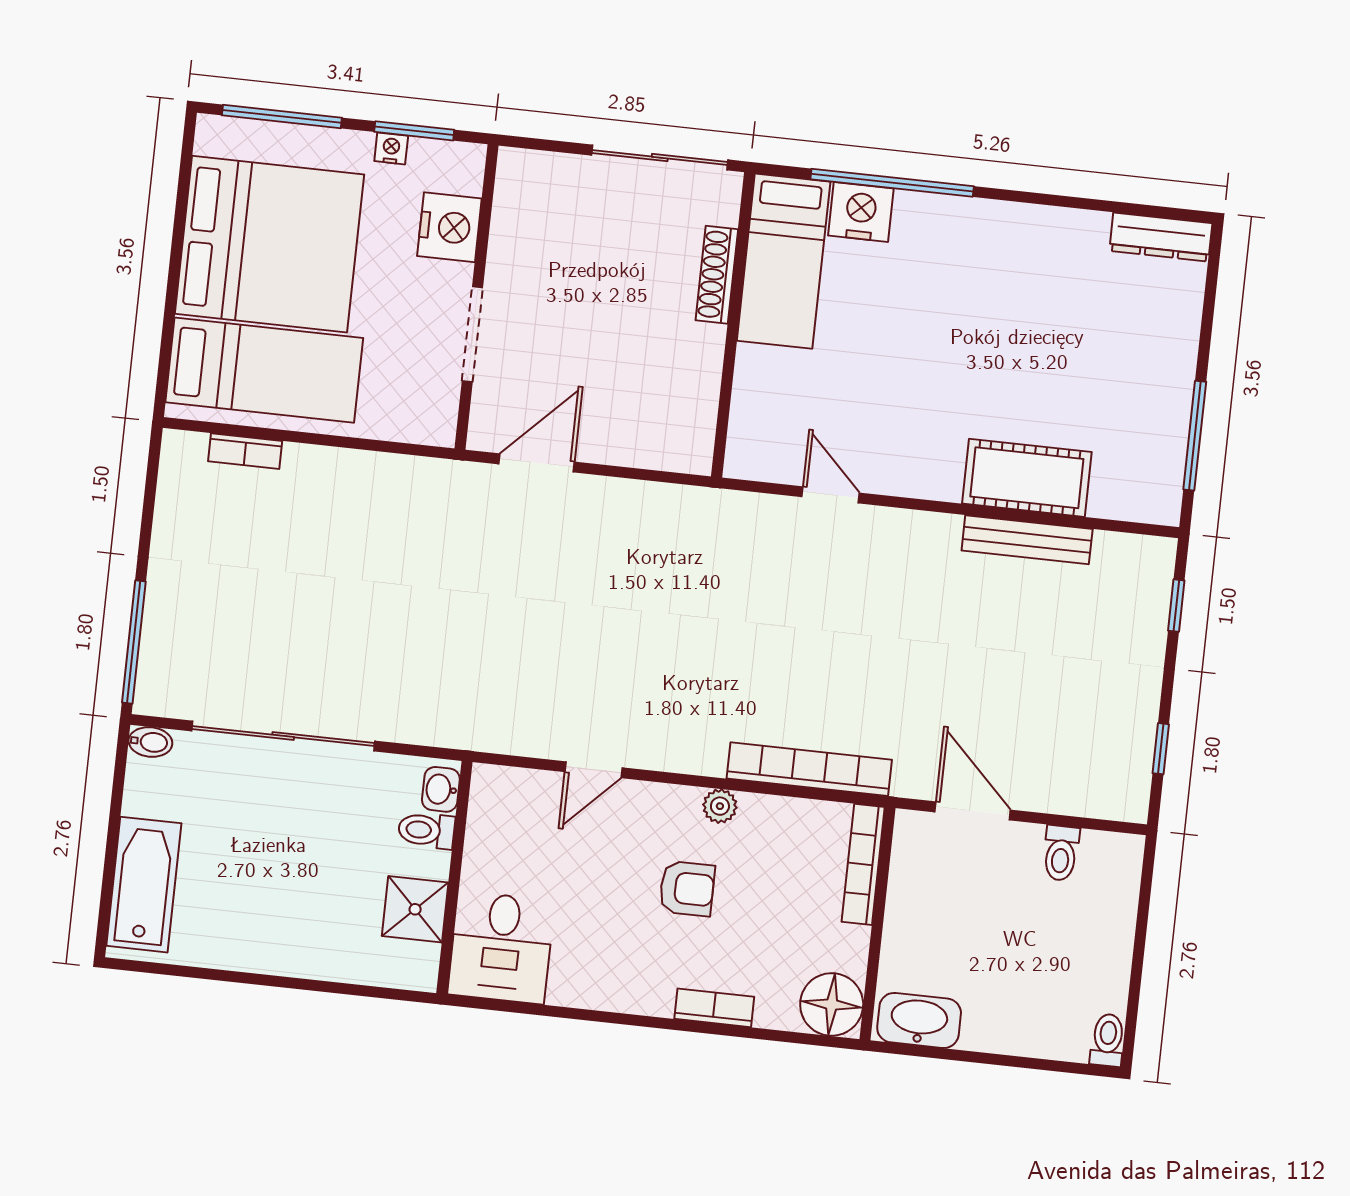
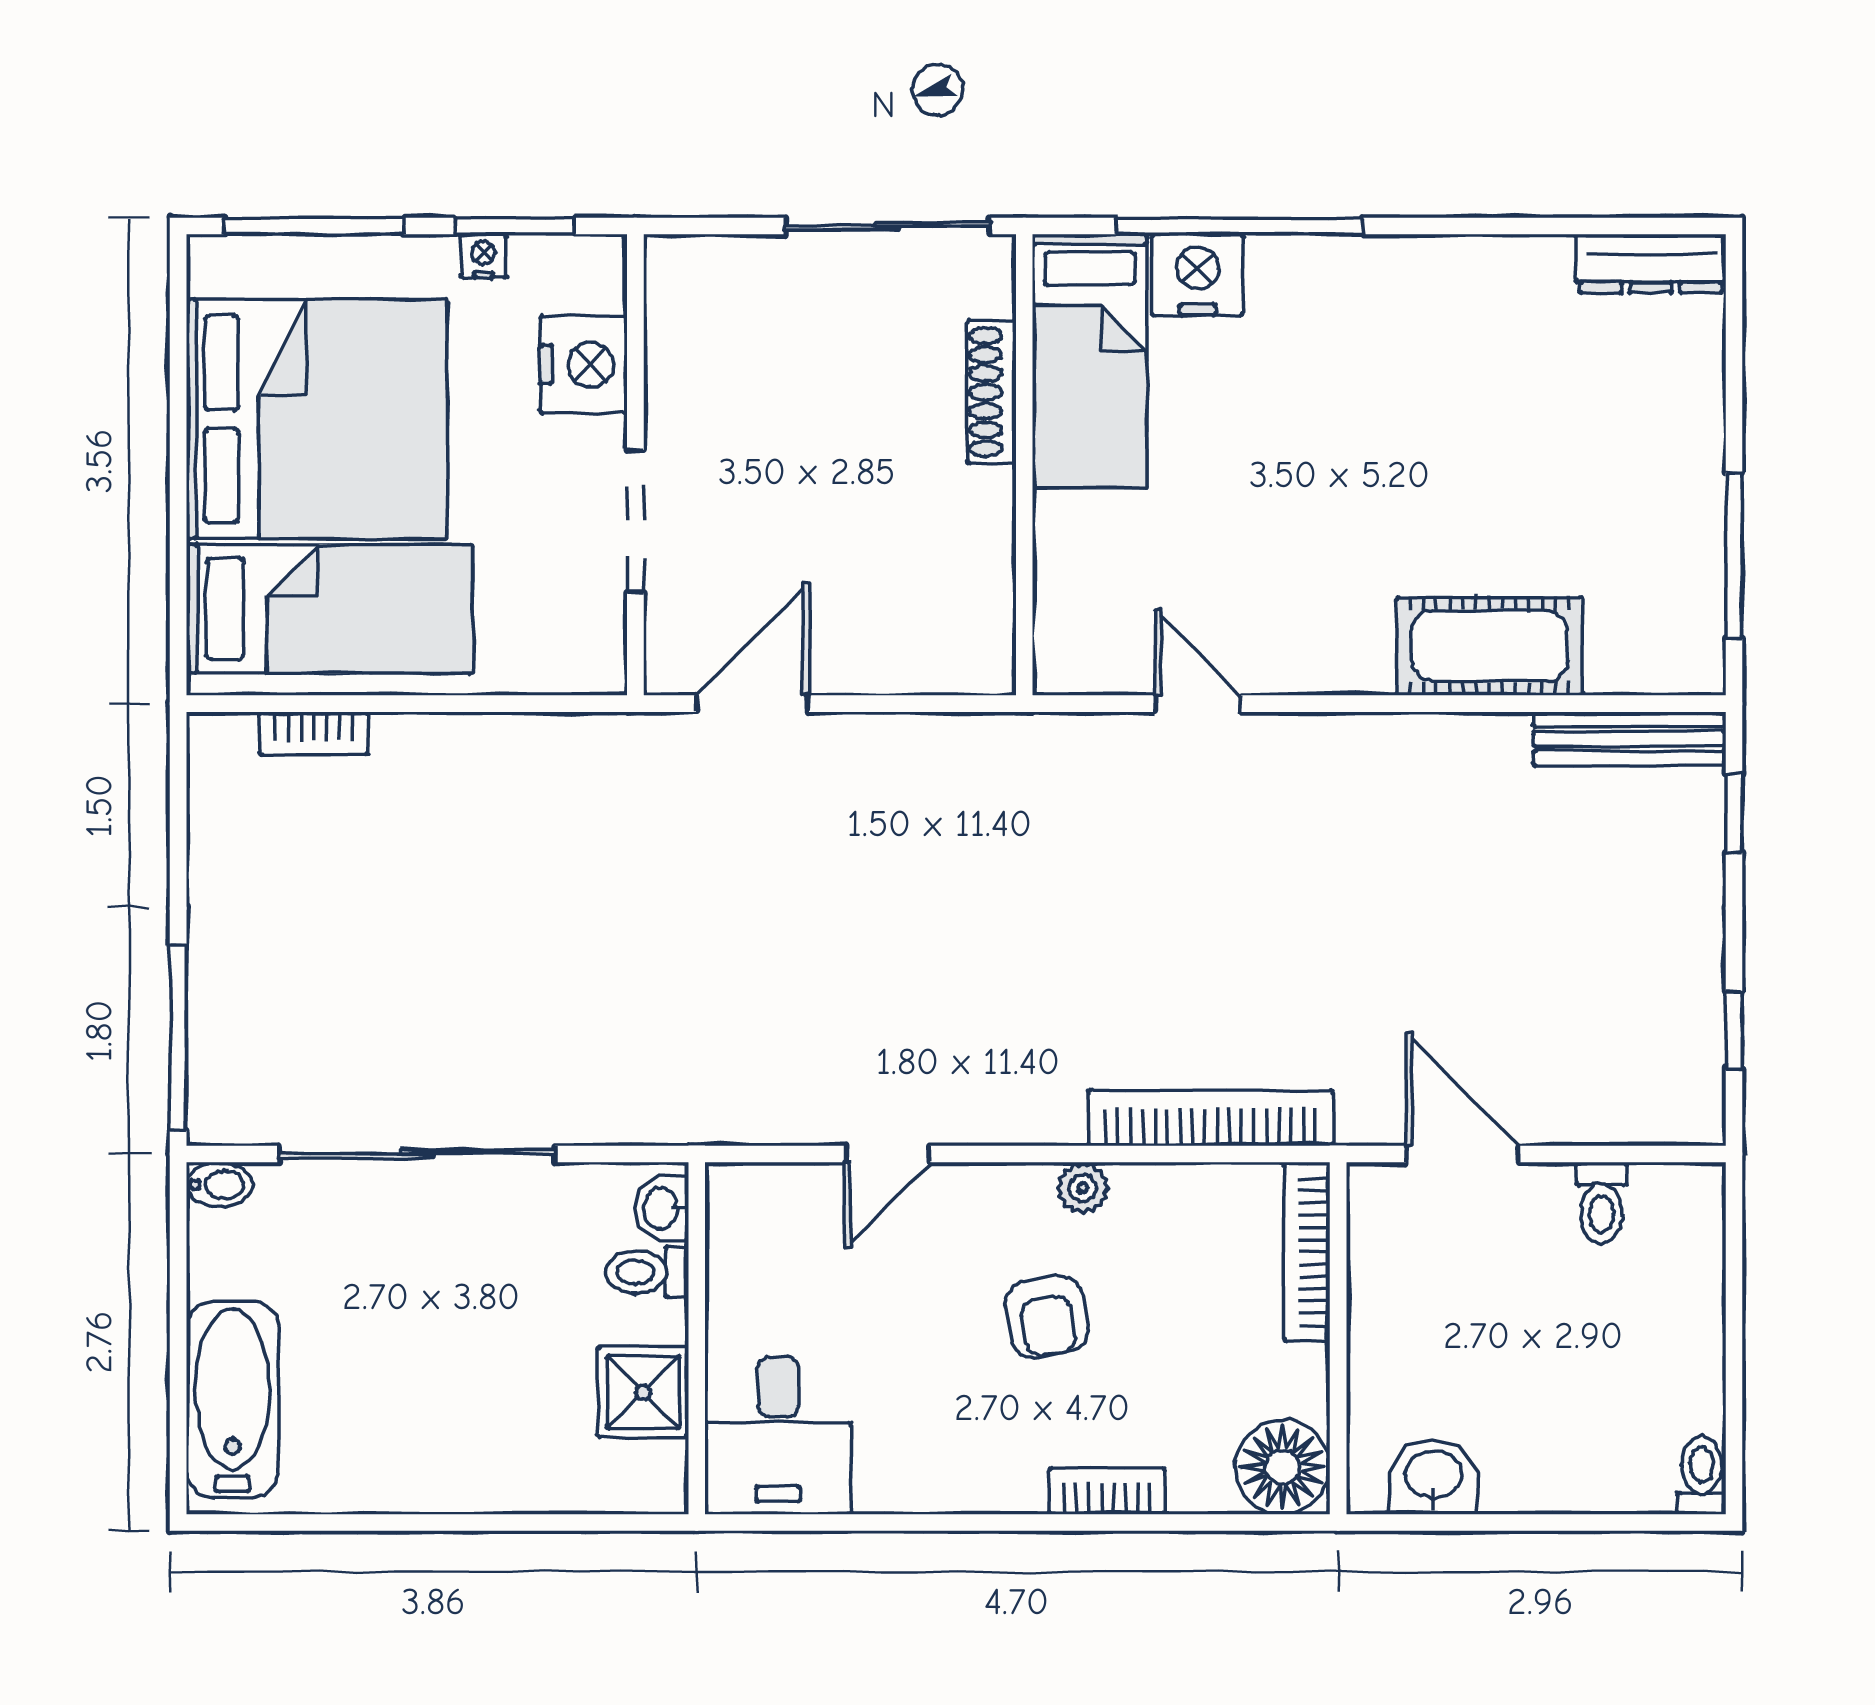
bench: (1027, 540) -> (1629, 739), moved
armchair: (687, 889) -> (1047, 1317), turned 80
washbasin: (919, 1020) -> (1433, 1477), width x0.72

